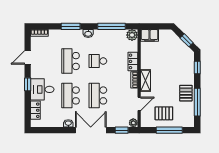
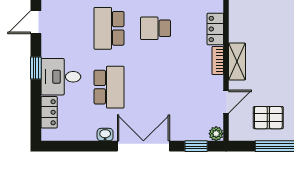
school desk: (71, 95) -> (109, 87), turned 180
school desk: (98, 95) -> (156, 87), removed

